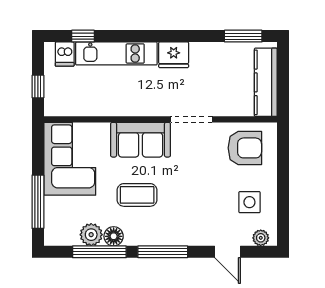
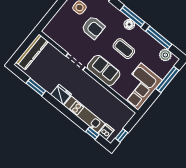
window: (243, 36) -> (36, 87), moved
window: (38, 87) -> (122, 136), moved
armchair: (245, 148) -> (93, 28), moved, turned 180
plant: (91, 235) -> (165, 55), moved
floor lamp: (114, 236) -> (129, 24), moved

